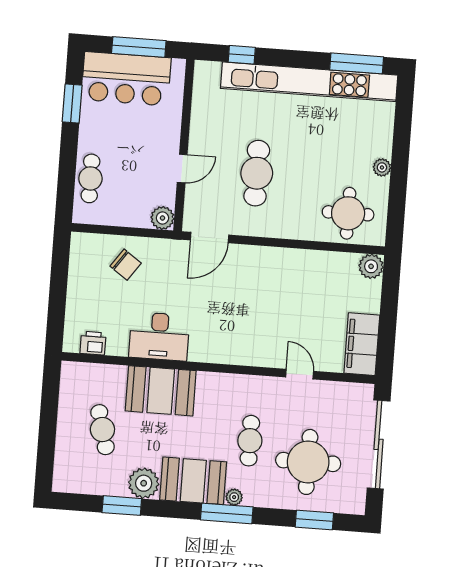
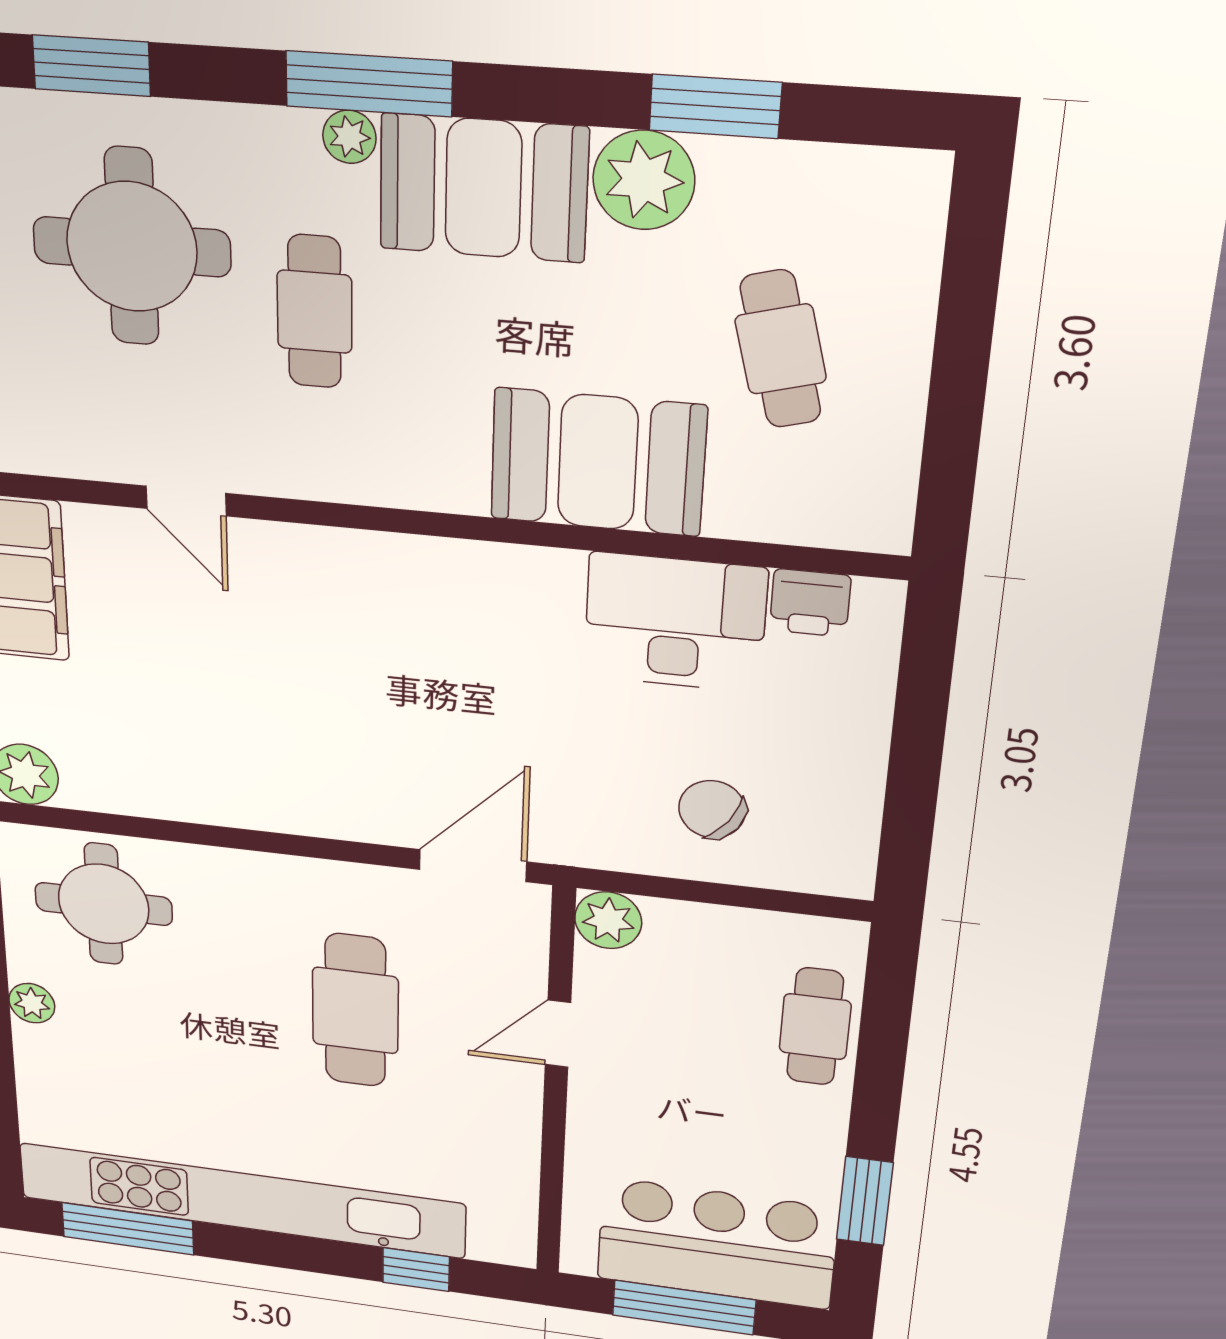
desk: (159, 336) -> (675, 622), moved

